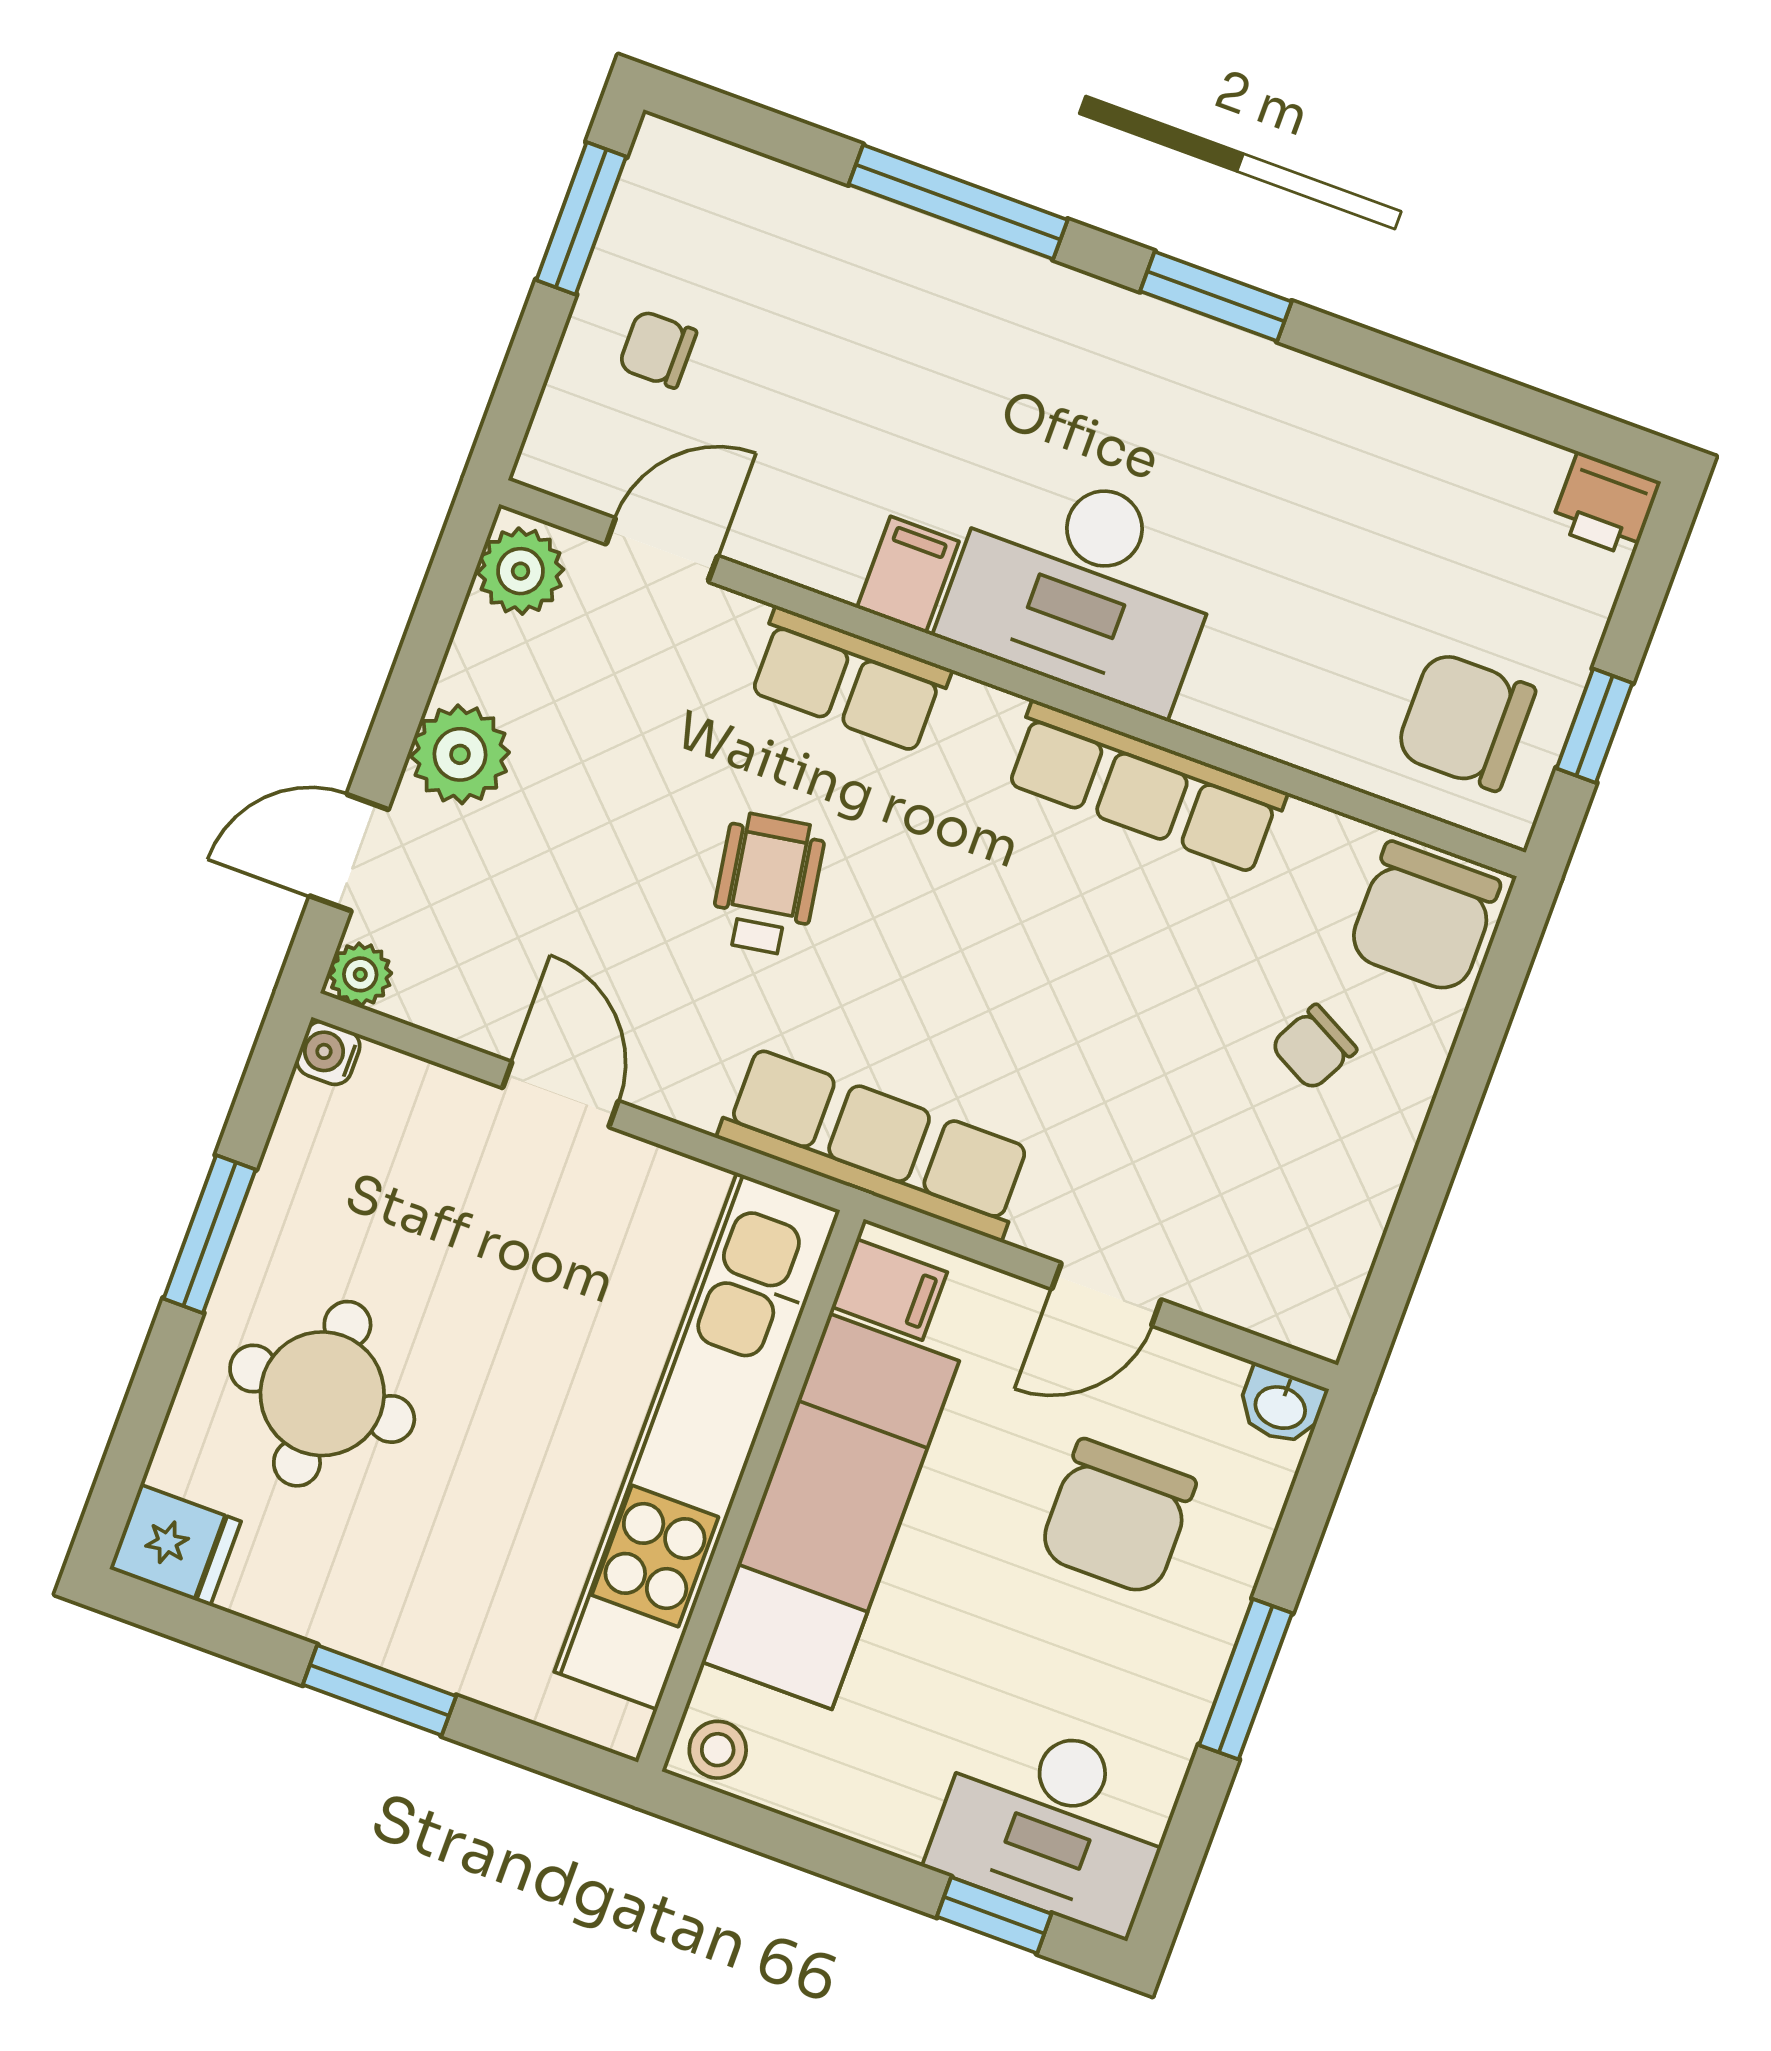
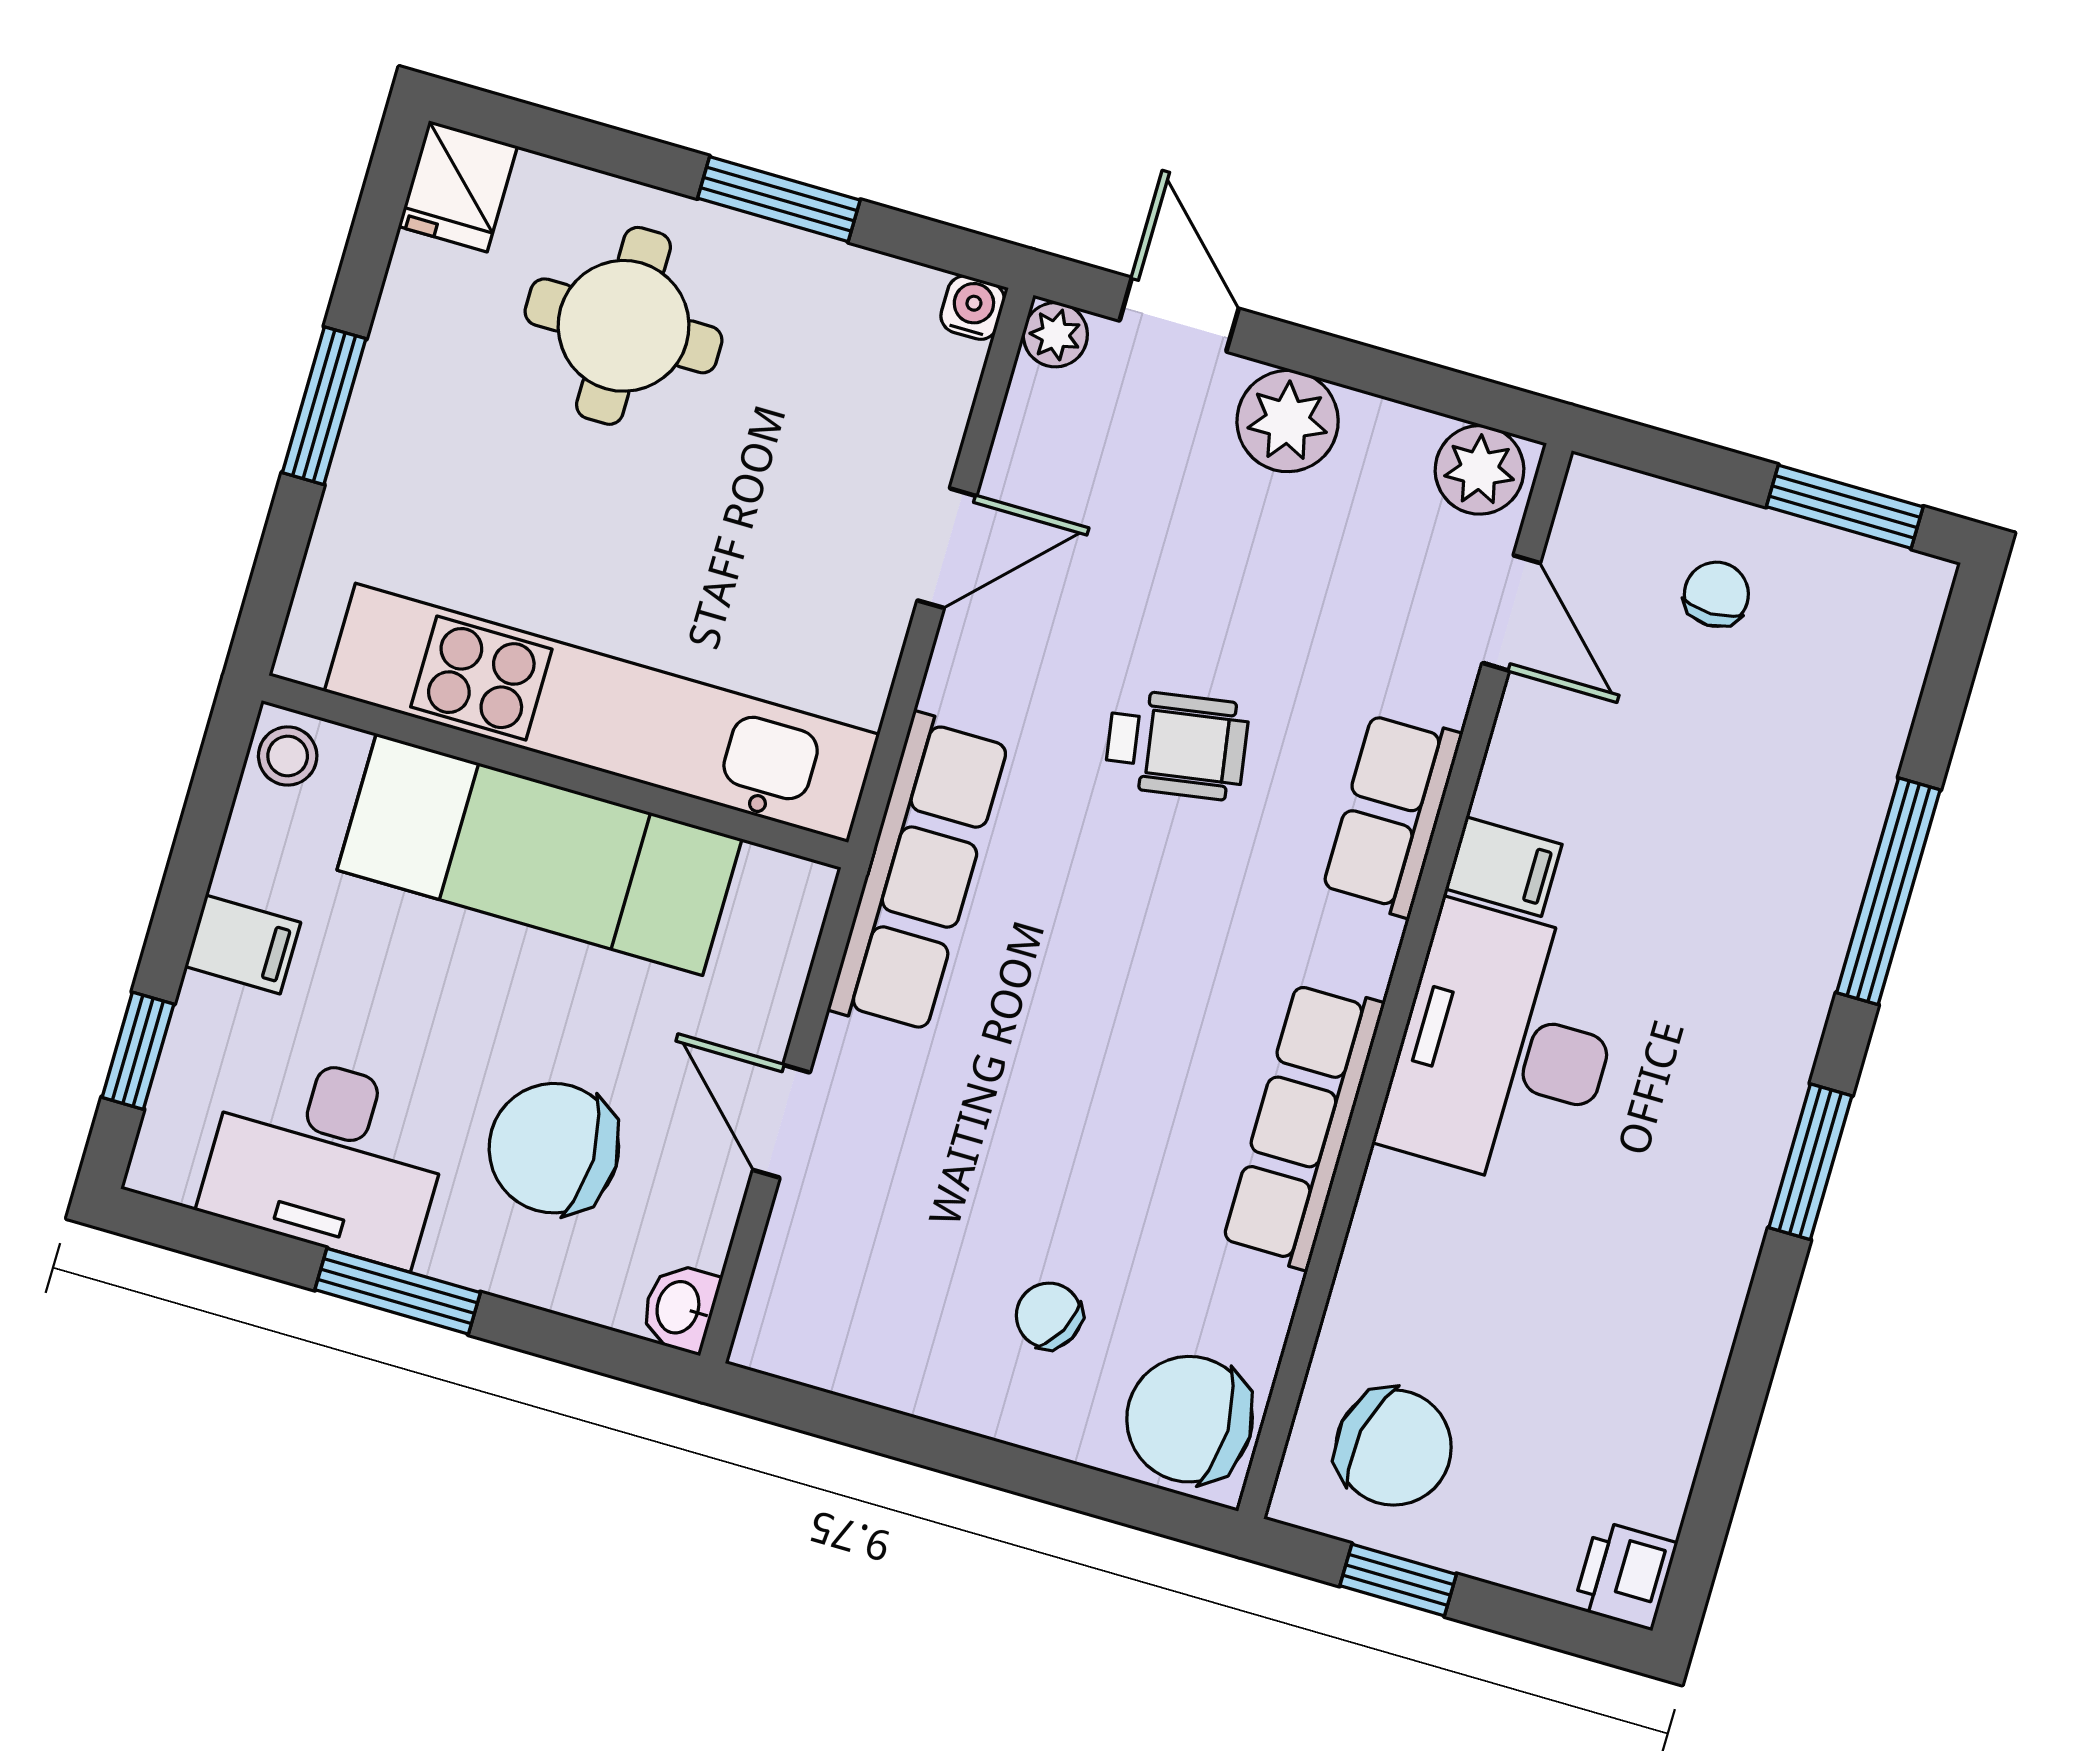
chair: (1465, 721) -> (1394, 1447), turned 101
filing cabinet: (889, 1290) -> (243, 944), moved, turned -90
desk: (1054, 1823) -> (327, 1157), moved, turned -90

